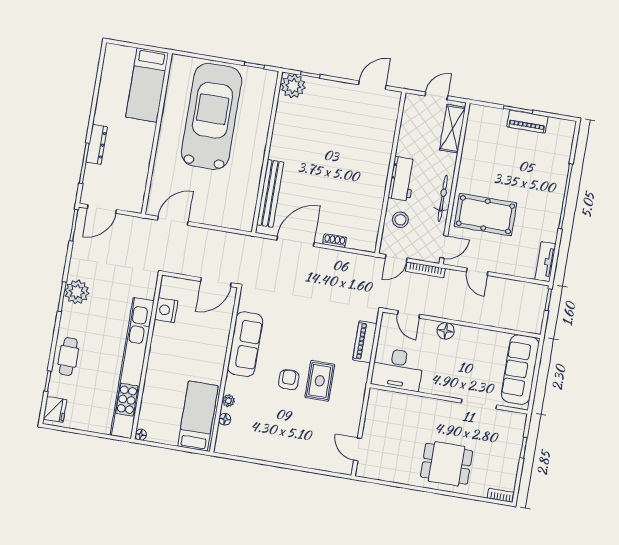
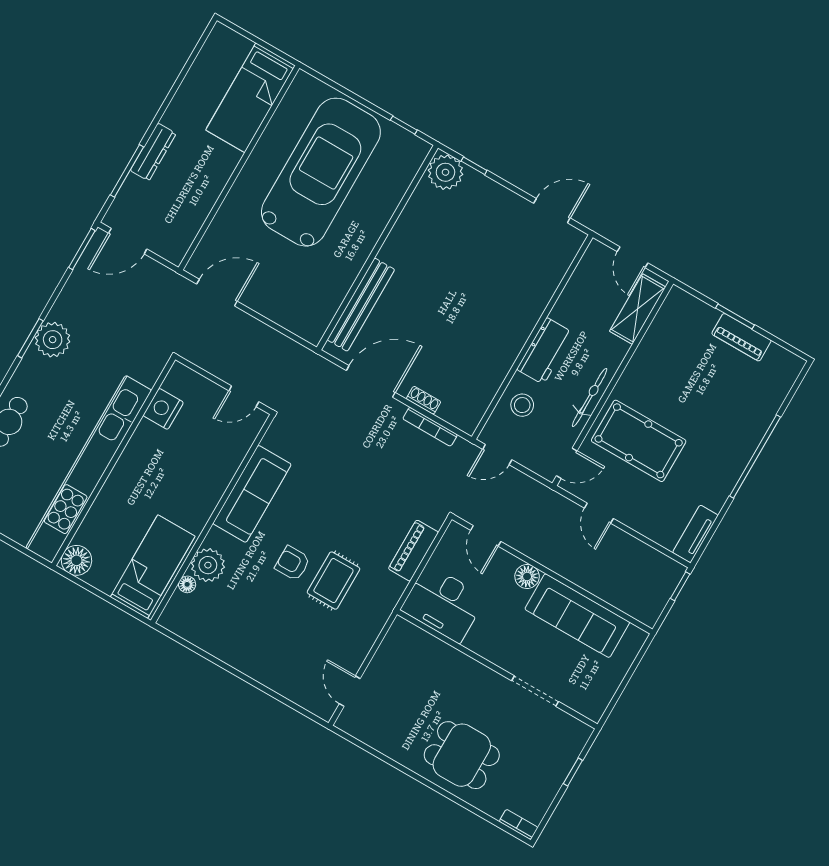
door: (436, 96) -> (632, 257), swing flipped
bookcase: (425, 270) -> (430, 427), moved
door: (216, 282) -> (244, 396), width x0.73
sofa: (520, 370) -> (577, 616), moved, turned -90
armchair: (289, 380) -> (293, 563), turned -90
plant: (228, 401) -> (208, 565), width x1.87, depth x1.87
floor lamp: (141, 435) -> (76, 560), width x1.89, depth x1.89

